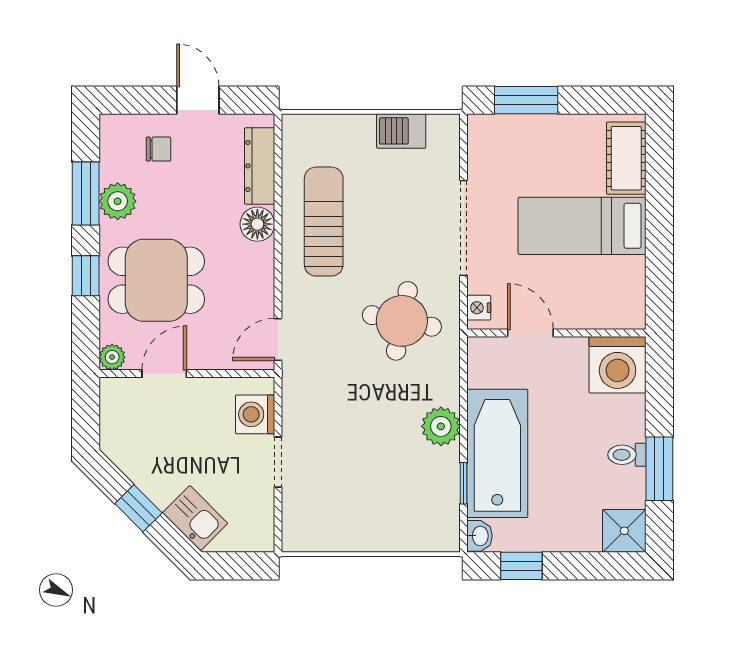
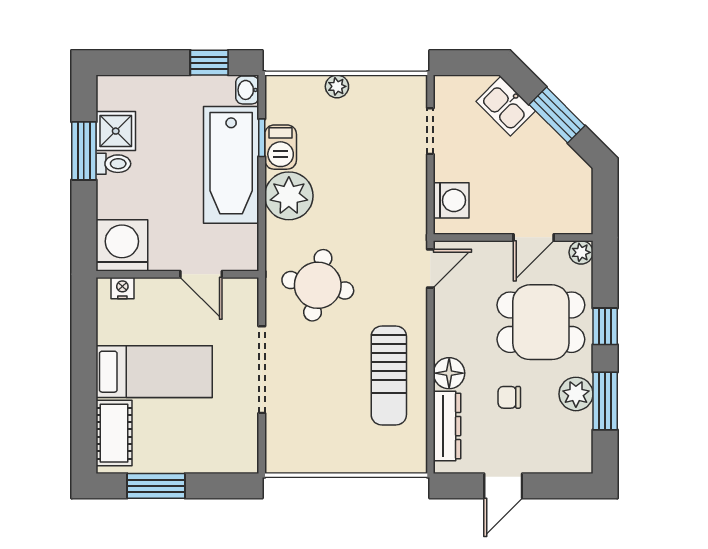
door: (198, 100) -> (503, 486), hinge flipped
window: (526, 100) -> (156, 486), moved
barbecue: (401, 131) -> (281, 147), moved, turned 90
chair: (158, 149) -> (509, 397), moved
nightstand: (479, 308) -> (122, 288), moved, turned -90
plant: (441, 426) -> (289, 196), width x1.36, depth x1.36
doorway: (278, 462) -> (430, 131), moved
window: (138, 508) -> (557, 115), width x1.50
shower: (624, 531) -> (116, 131), moved
plant: (381, 540) -> (337, 86), added

